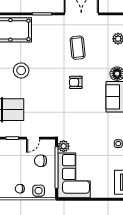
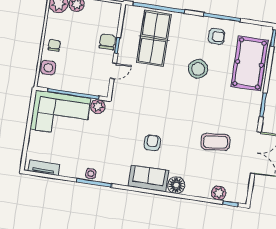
armchair: (76, 82) -> (152, 143), moved
door: (33, 138) -> (113, 71), swing flipped
chair: (41, 161) -> (107, 42), moved

